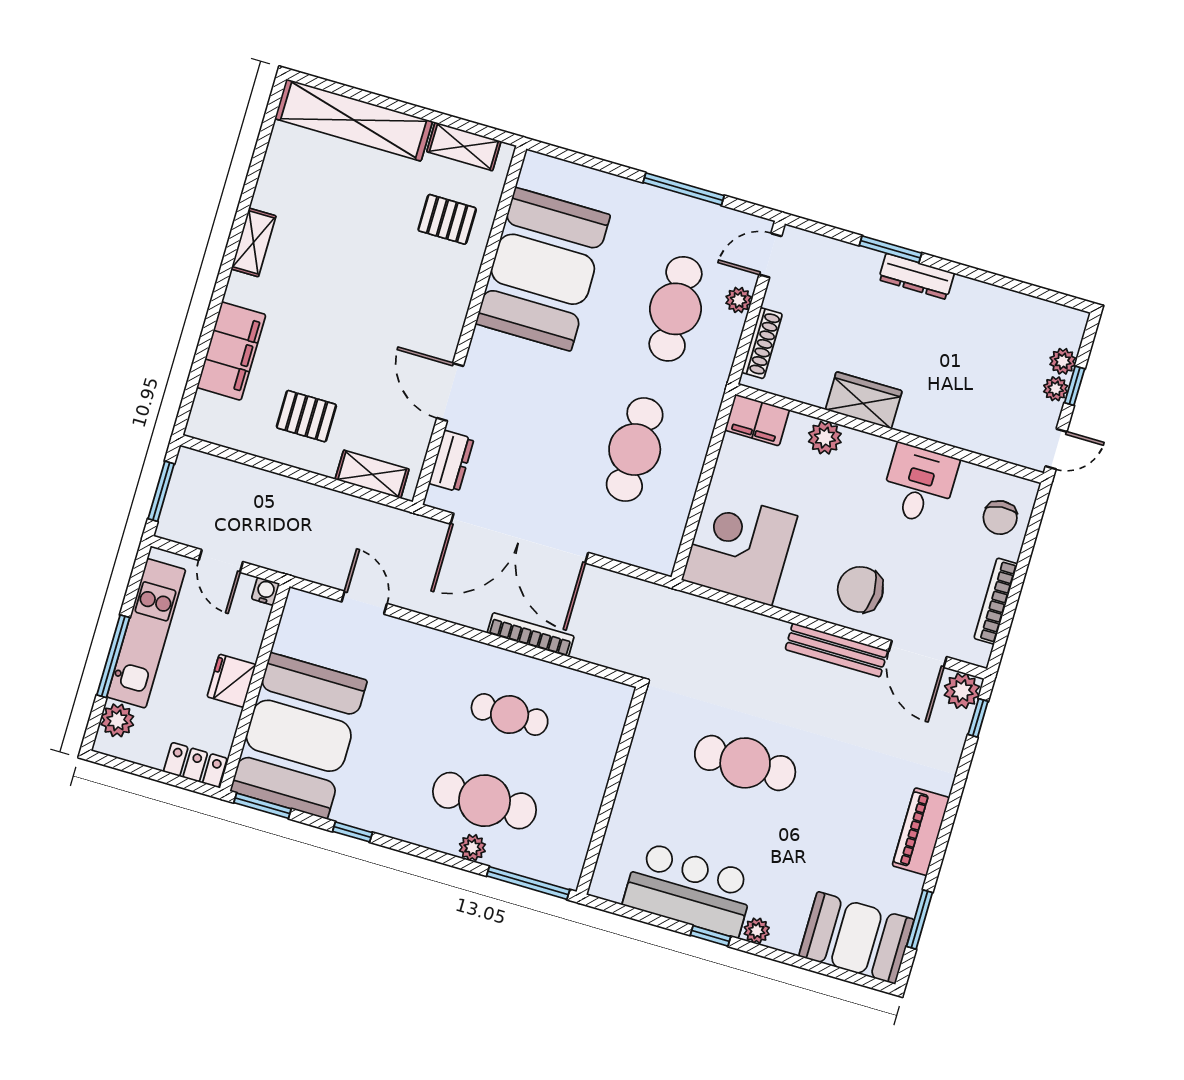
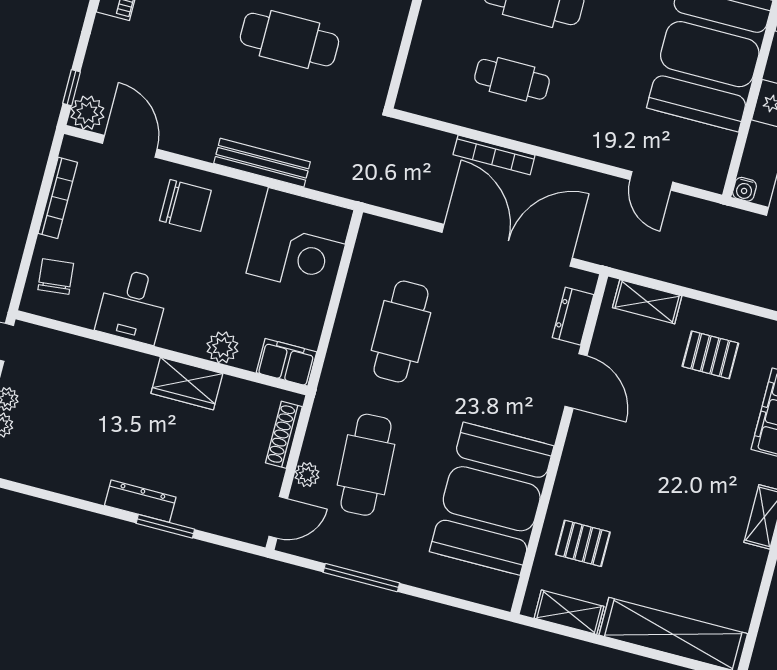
bench: (836, 650) -> (262, 163), moved

